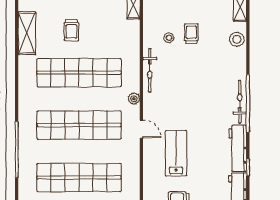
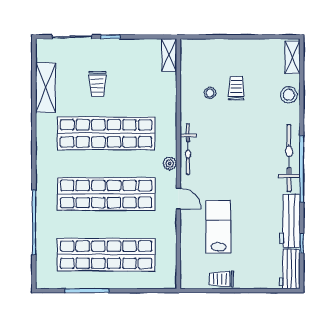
bicycle: (150, 70) -> (188, 149), moved
bicycle: (240, 102) -> (289, 158), width x1.37, depth x1.40

